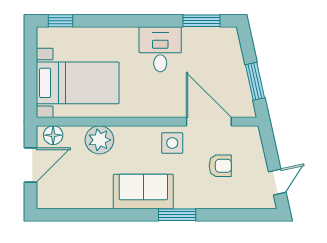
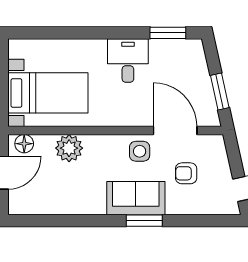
window: (60, 21) -> (31, 33), removed
armchair: (220, 166) -> (186, 173), turned 180
sofa: (143, 191) -> (136, 198), moved

